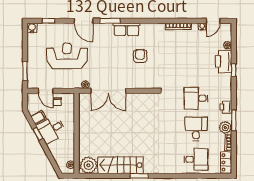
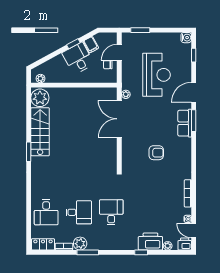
row of seats: (126, 29) -> (185, 123), moved
printer: (226, 107) -> (185, 244), moved

